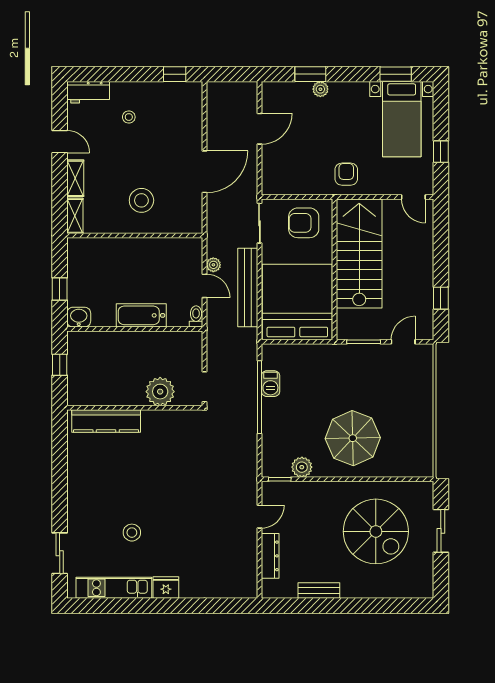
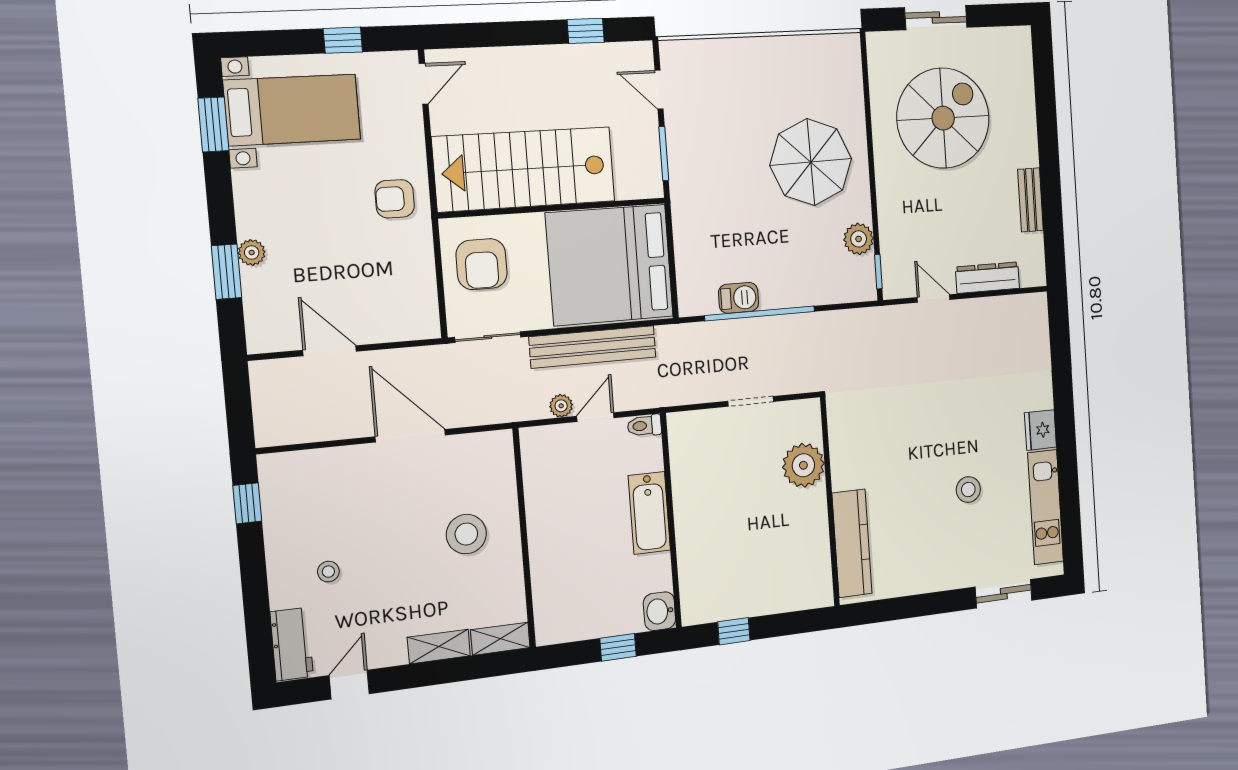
door: (60, 142) -> (349, 685), moved
plant: (160, 392) -> (803, 465), moved
wall: (135, 408) -> (830, 502), moved
kitchen counter: (106, 421) -> (852, 543), moved

